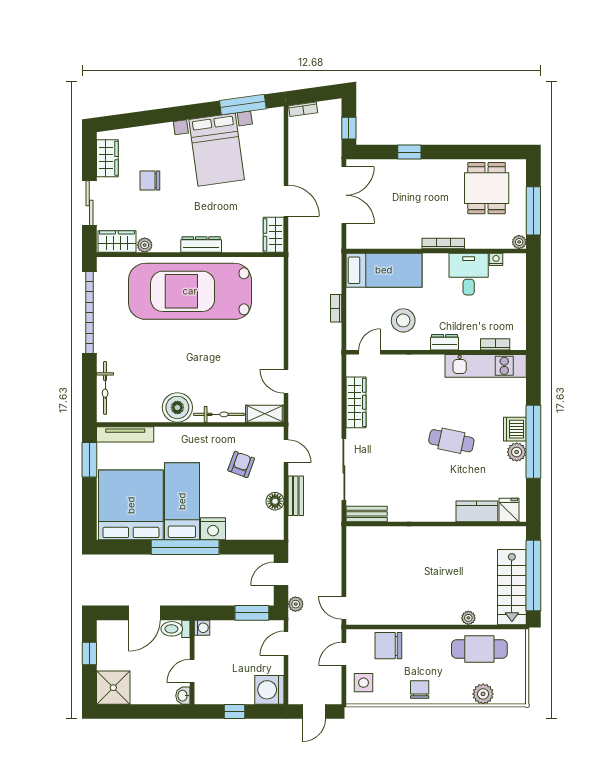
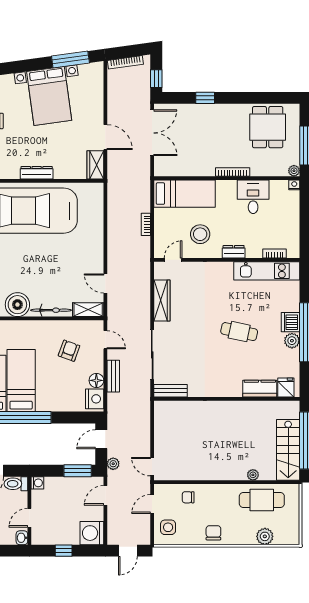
bookcase: (303, 109) -> (125, 62), width x1.56
nightstand: (496, 259) -> (294, 185), moved
nightstand: (213, 529) -> (95, 399), moved, turned -90
chair: (388, 646) -> (188, 497), width x0.54, depth x0.54

